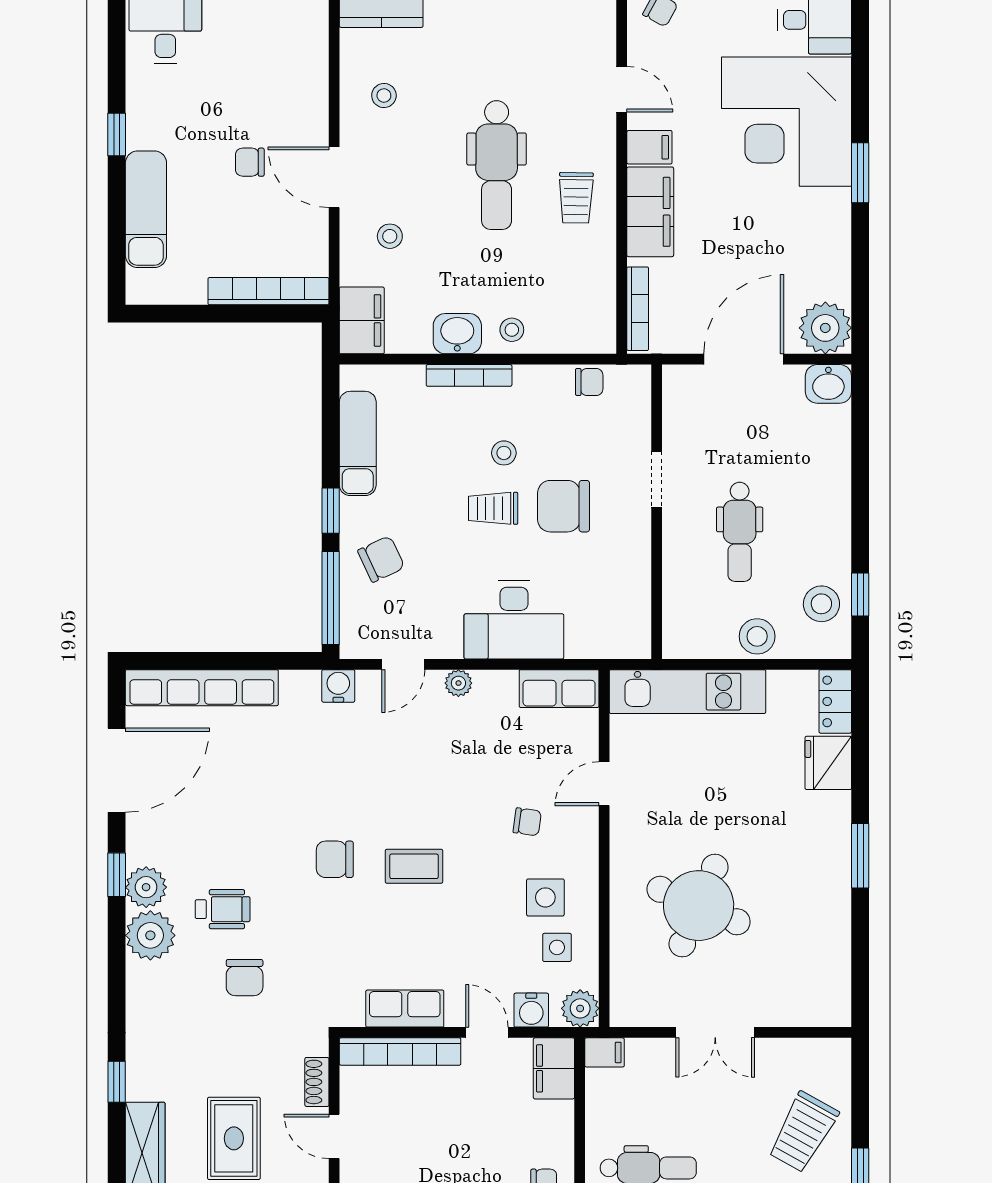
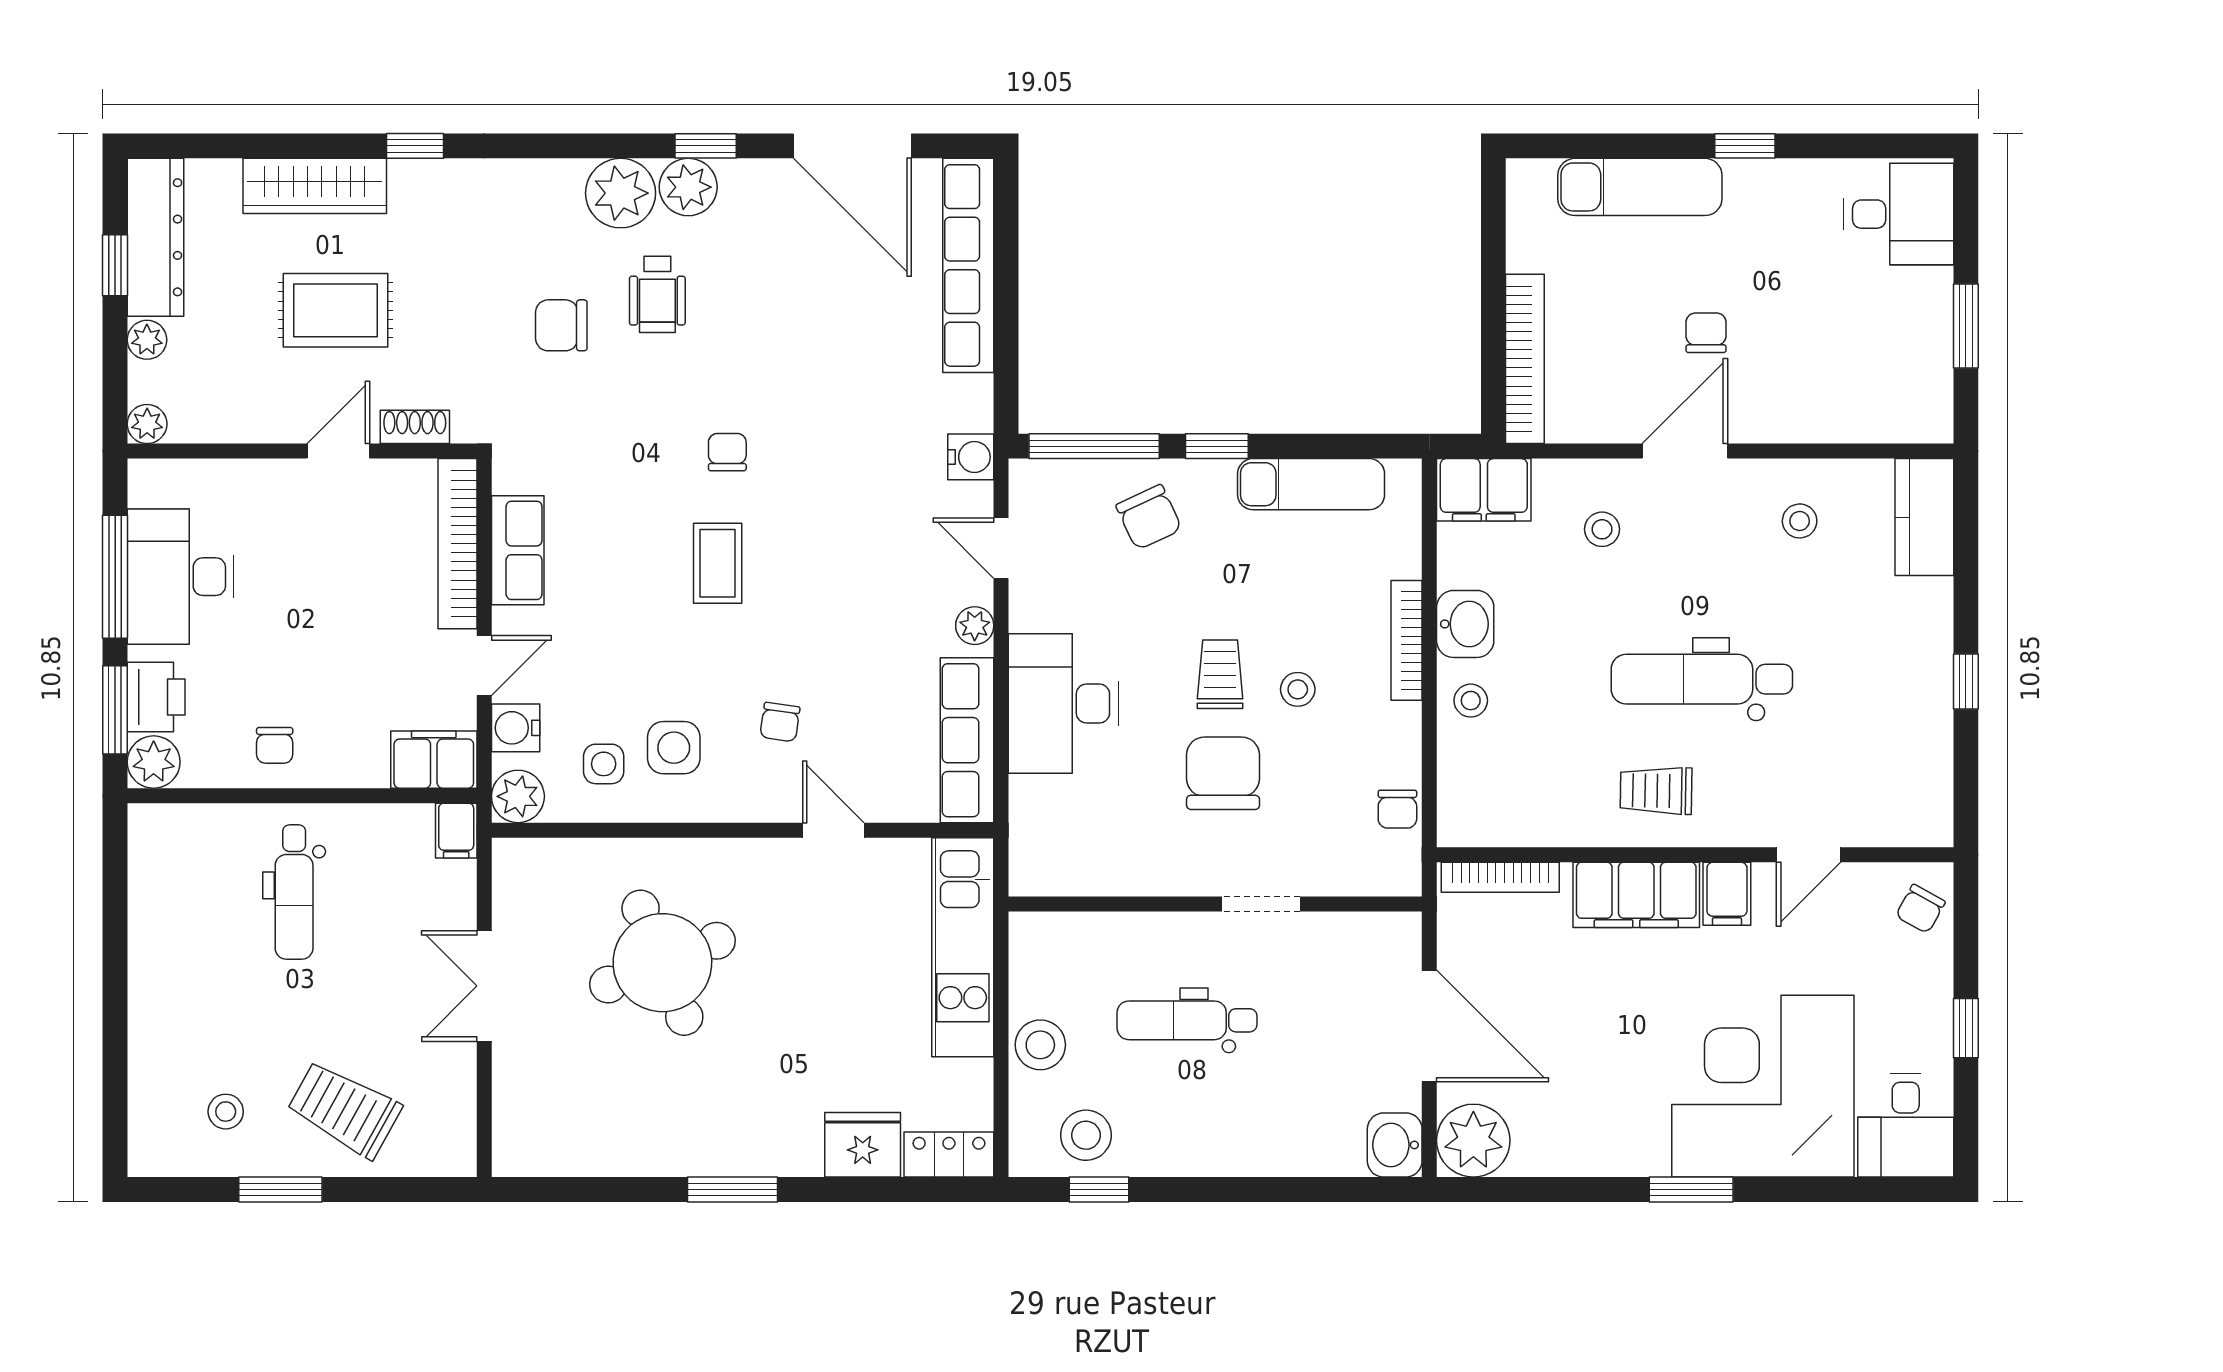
row of seats: (559, 689) -> (967, 740), width x1.48
chair: (335, 859) -> (727, 452), width x0.73, depth x0.73
round table: (699, 906) -> (662, 963), turned 45

